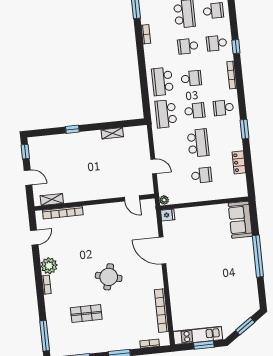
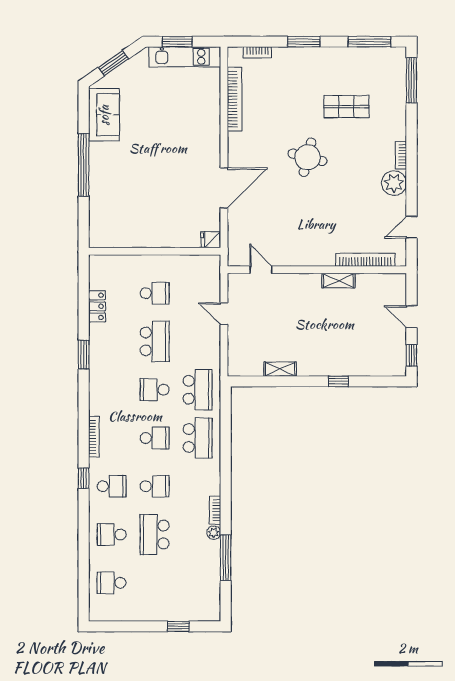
school desk: (191, 78) -> (155, 438), turned 180
school desk: (223, 108) -> (112, 390), removed
school desk: (198, 143) -> (155, 341), turned 180
school desk: (201, 175) -> (155, 293), turned 180
shelving: (52, 199) -> (338, 281), moved
plant: (164, 200) -> (214, 533), moved
sofa: (240, 220) -> (104, 115), moved
door: (162, 251) -> (224, 188), hinge flipped

